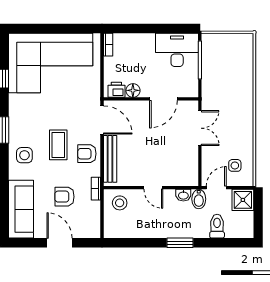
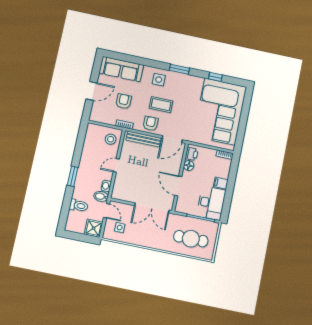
filing cabinet: (148, 42) -> (221, 183), added
cafe table: (230, 68) -> (191, 239), added
double door: (200, 128) -> (152, 208), width x1.37

